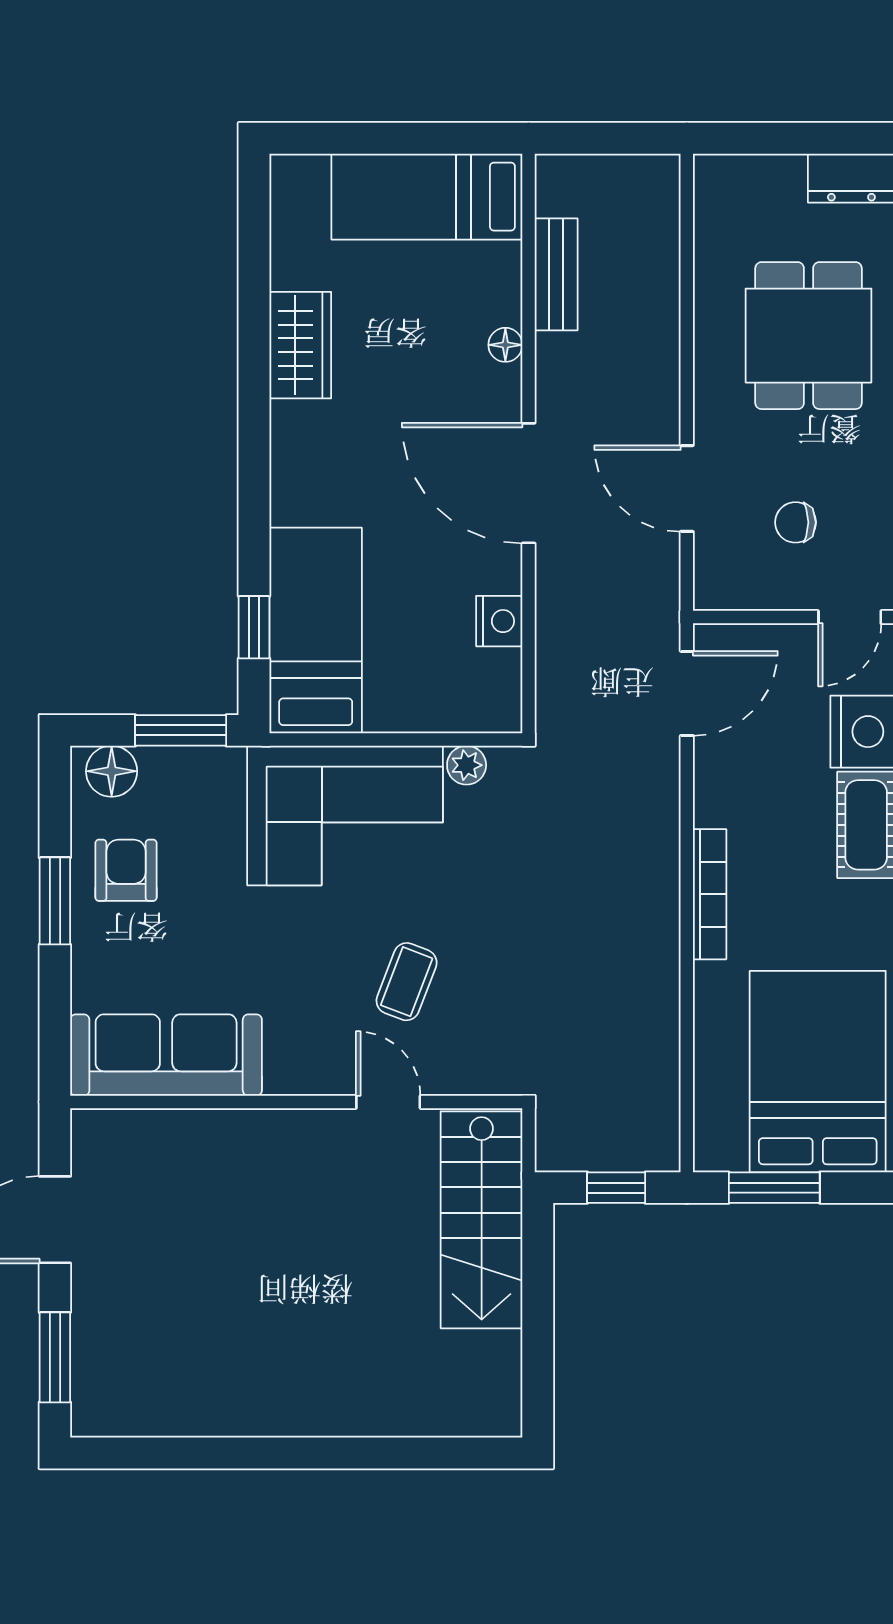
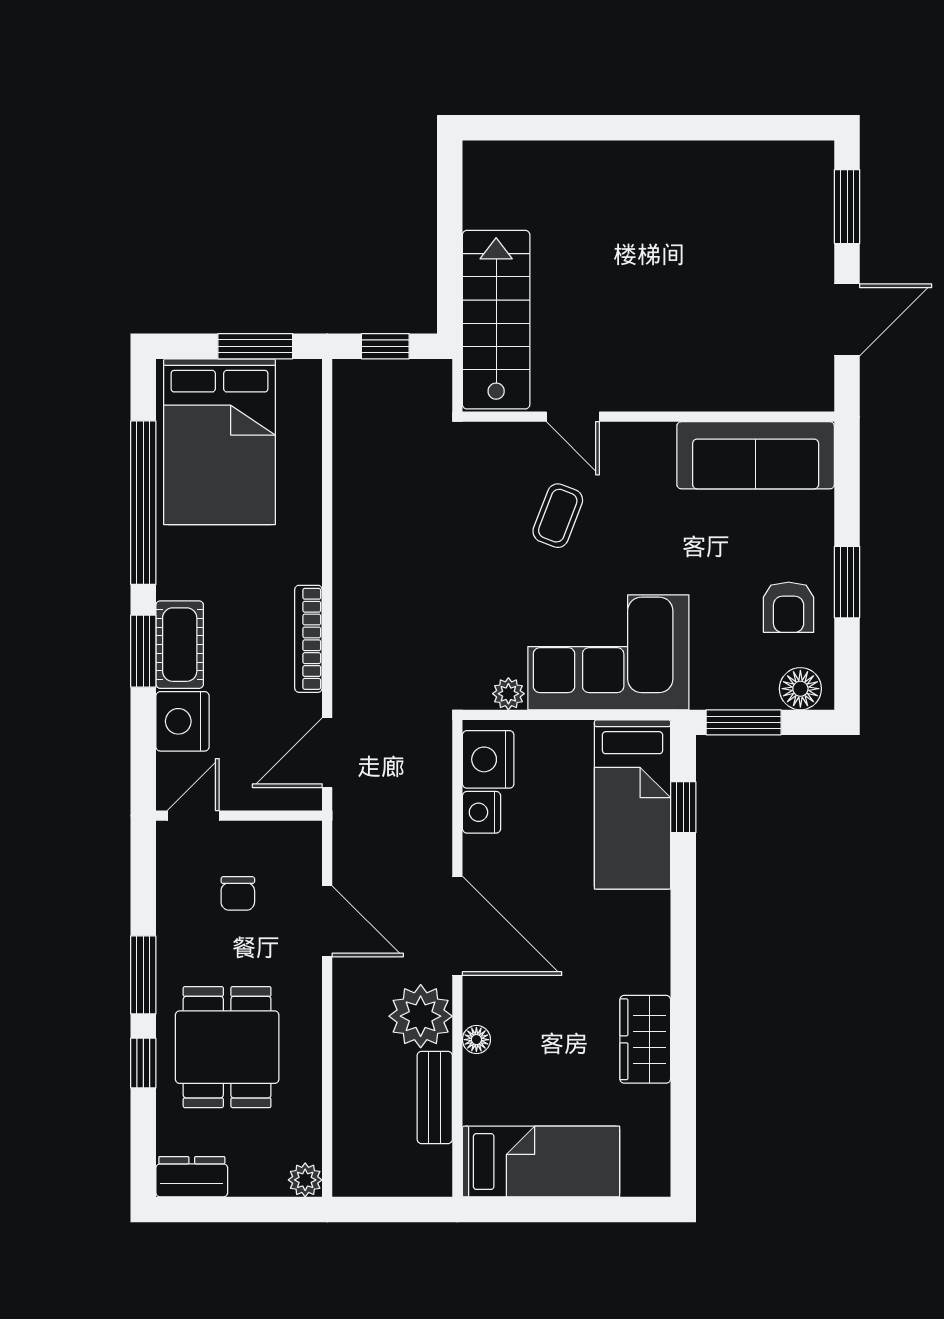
plant: (714, 174) -> (305, 1180), added
plant: (573, 373) -> (421, 1016), added
chair: (795, 522) -> (238, 893), turned 90
nightstand: (491, 685) -> (488, 759), added
bookcase: (710, 894) -> (308, 639), moved

